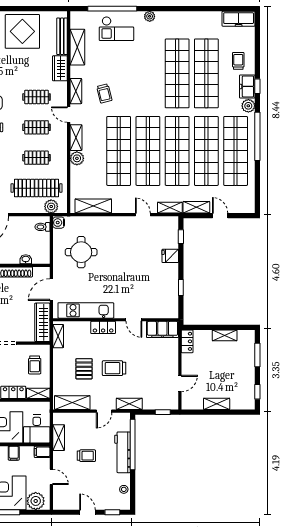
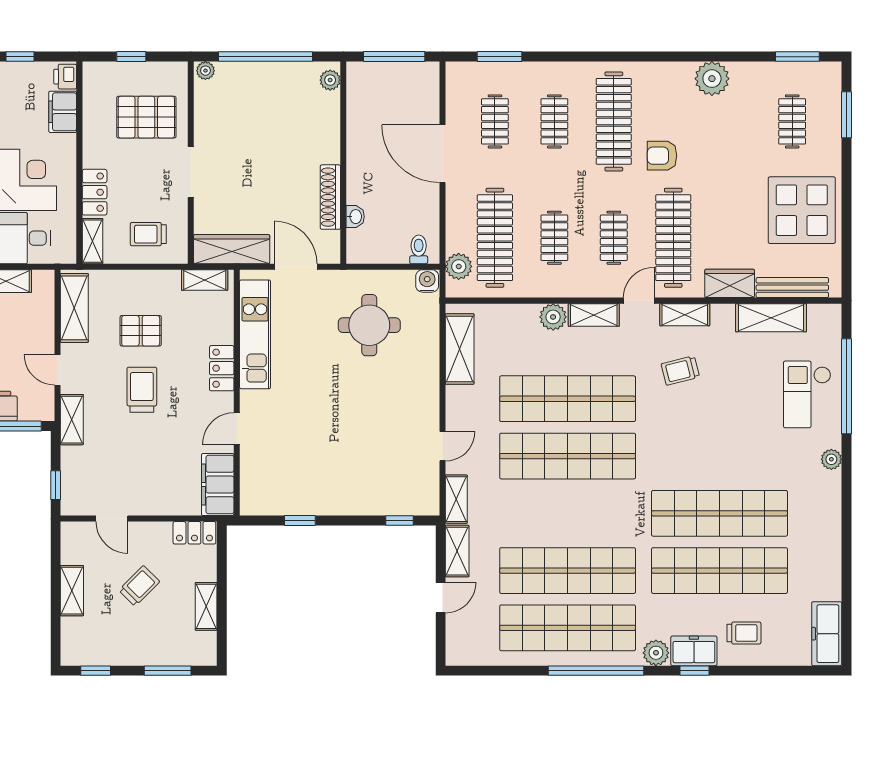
clothes rail: (37, 97) -> (673, 238), width x1.86, depth x1.31
shop shelf: (177, 151) -> (568, 513), removed
fridge: (170, 256) -> (362, 500), removed
trolley: (214, 370) -> (139, 586), added

